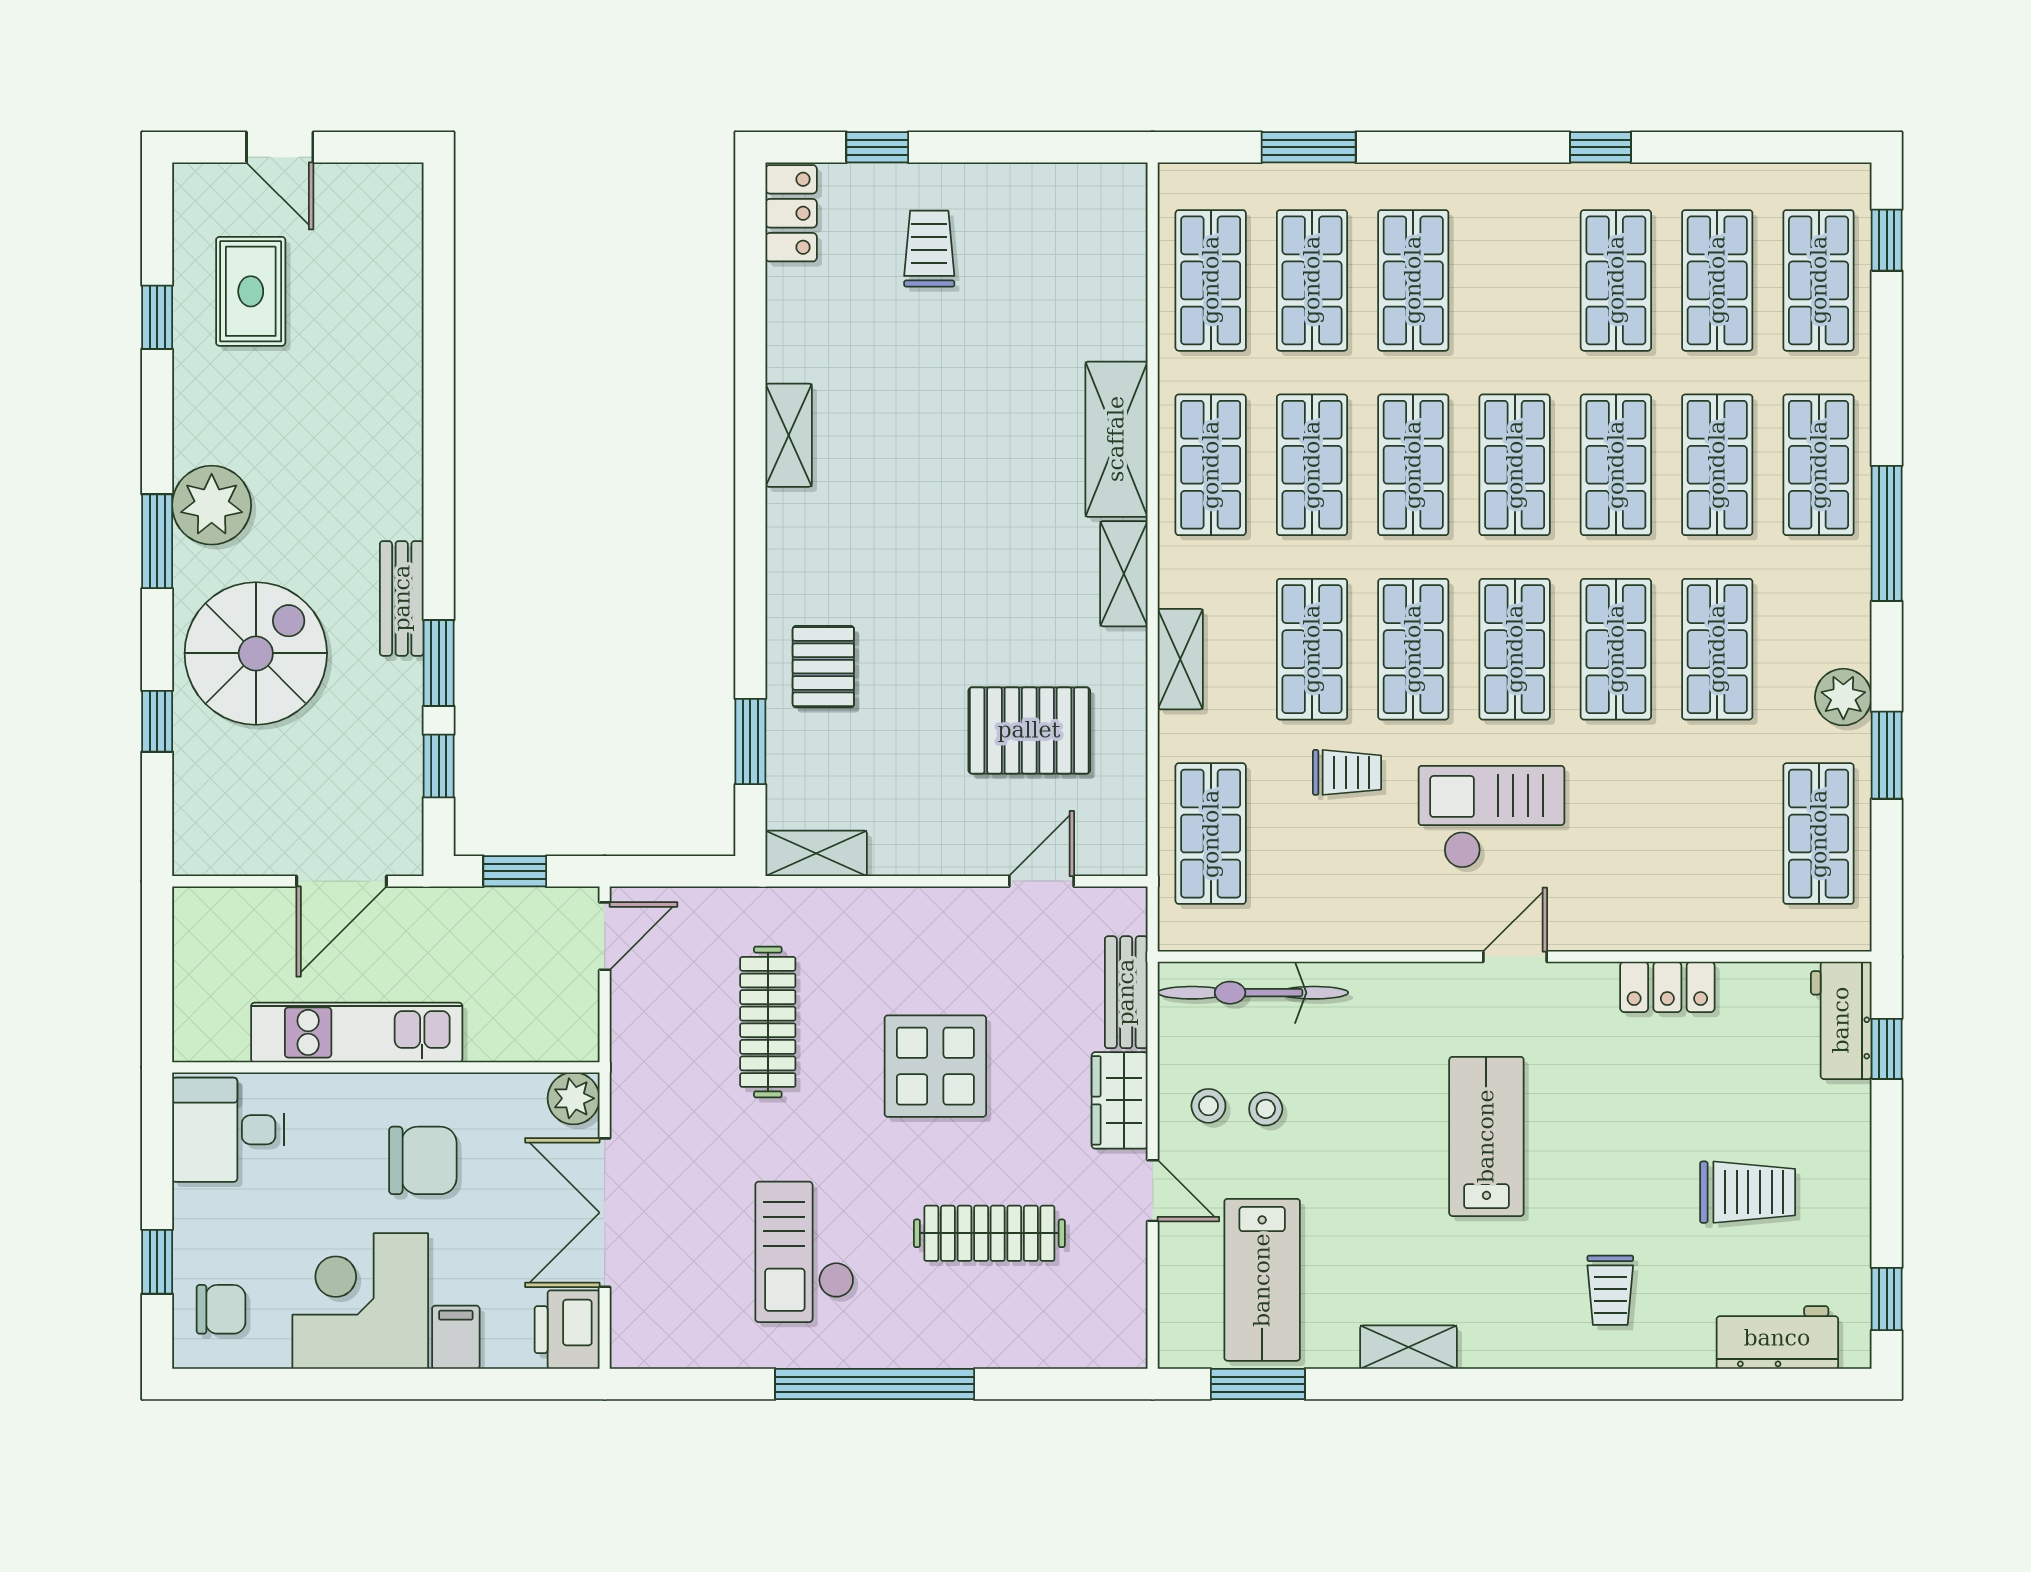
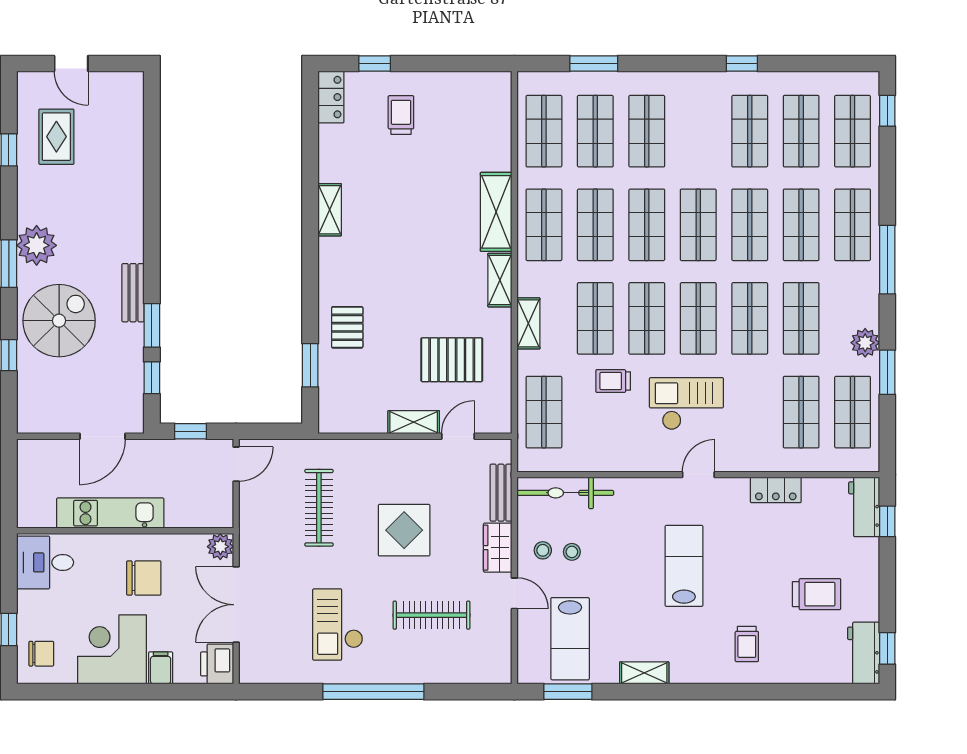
trolley: (1347, 772) -> (613, 381), turned 180
shop shelf: (1717, 834) -> (801, 412), added
shelving: (816, 853) -> (414, 422), moved
workbench: (1777, 1338) -> (864, 653), moved, turned -90

